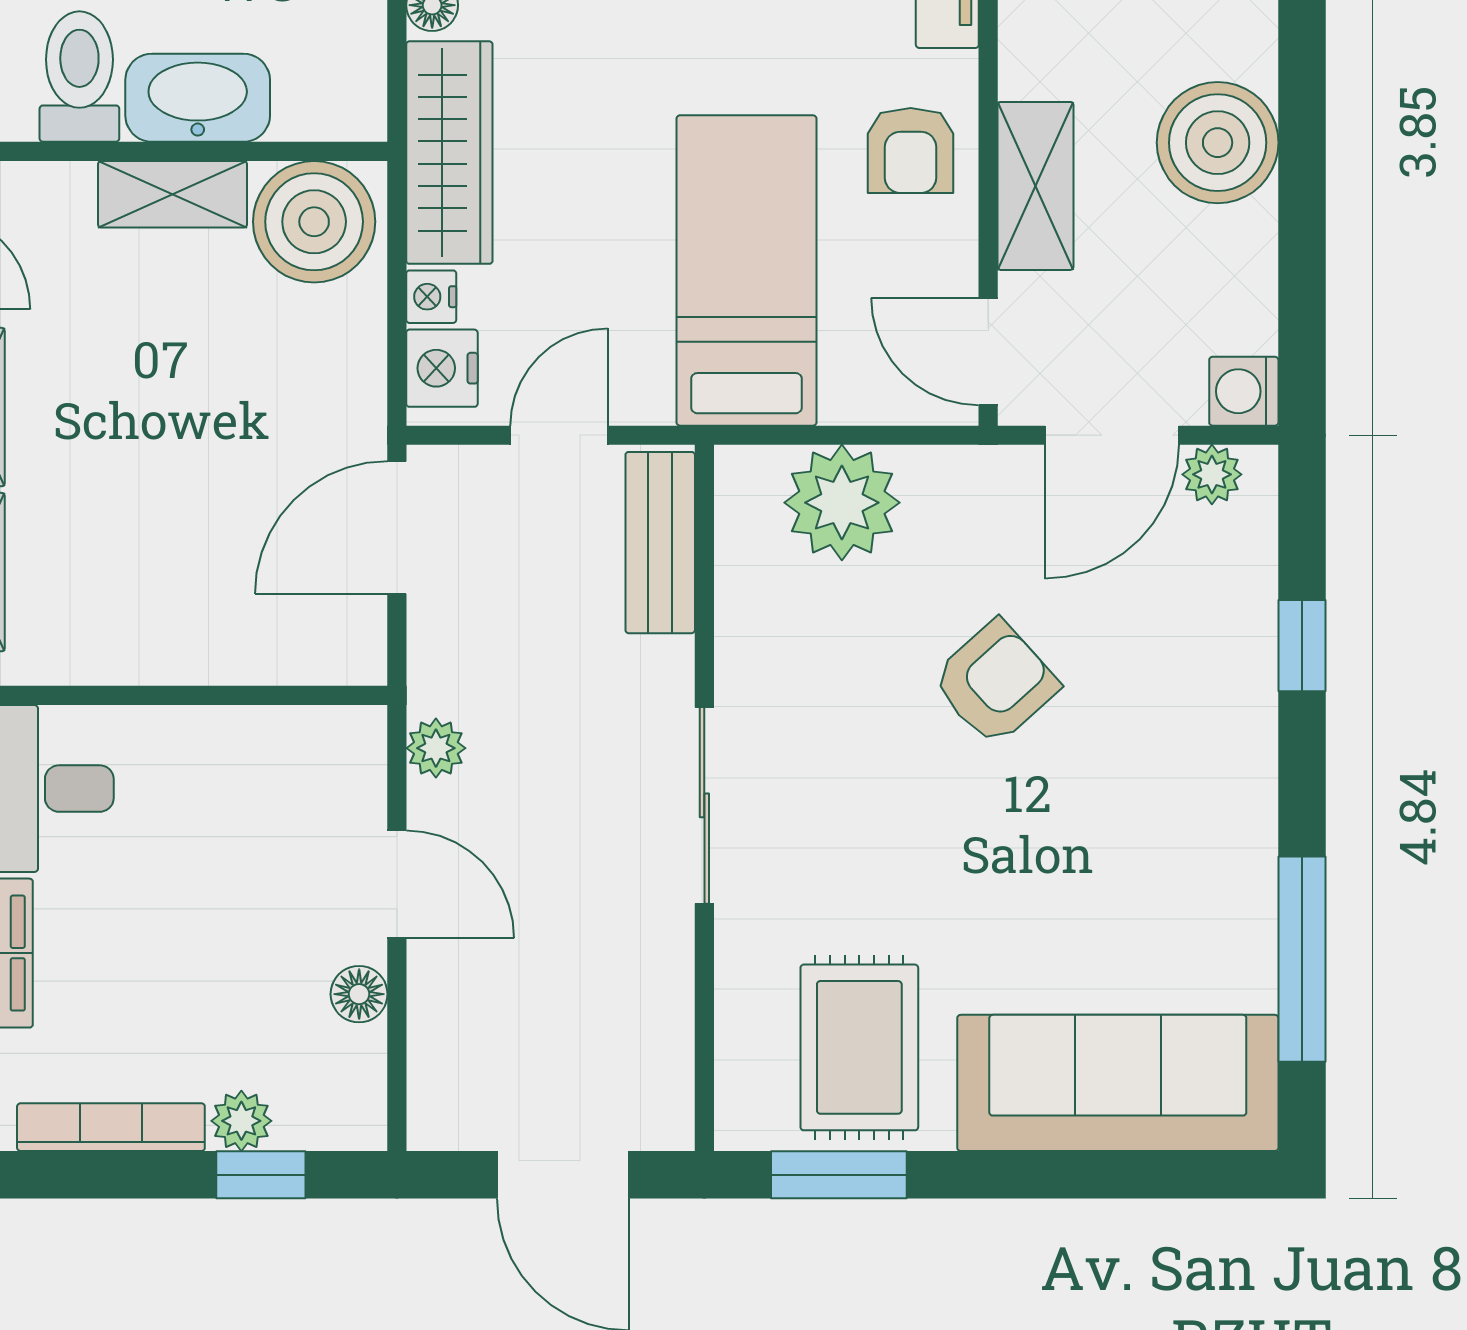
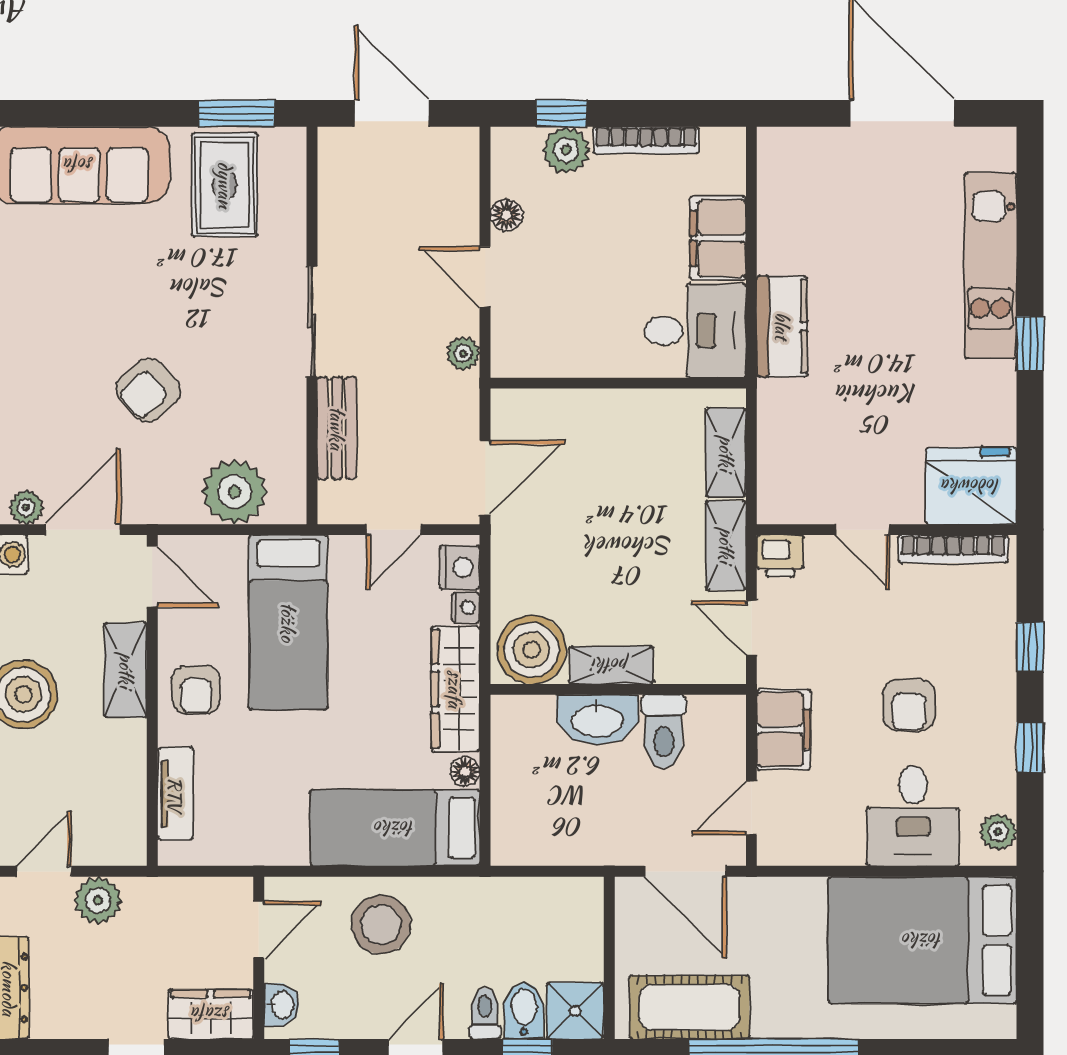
armchair: (911, 150) -> (196, 690), turned 180
bench: (660, 543) -> (337, 428), moved
plant: (241, 1121) -> (566, 150), width x1.38, depth x1.38

